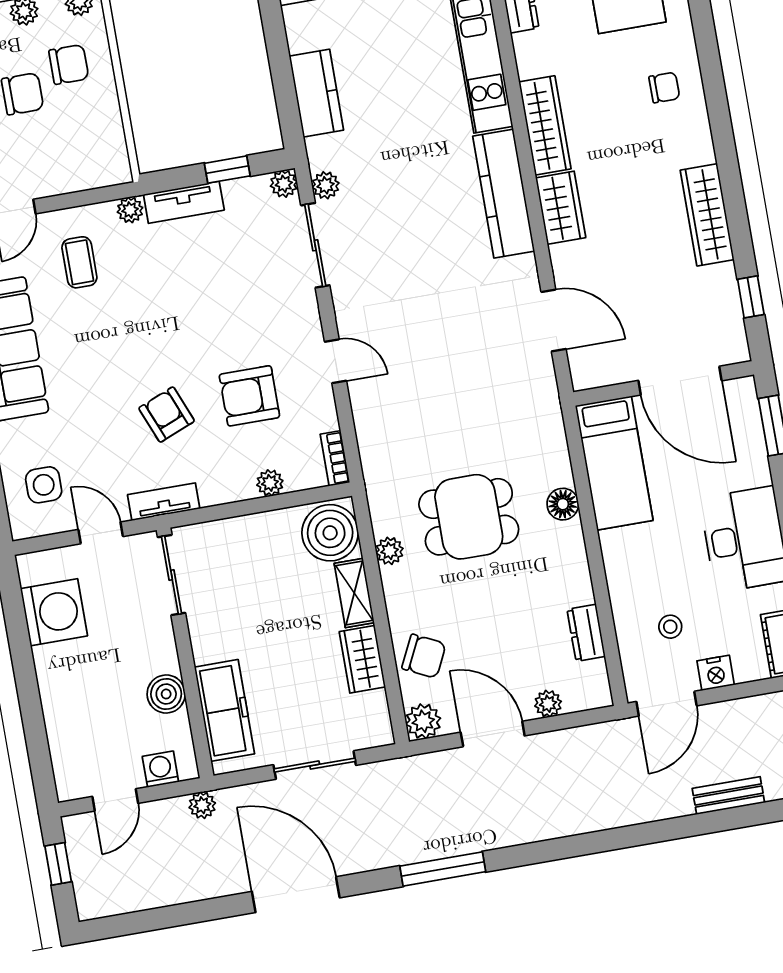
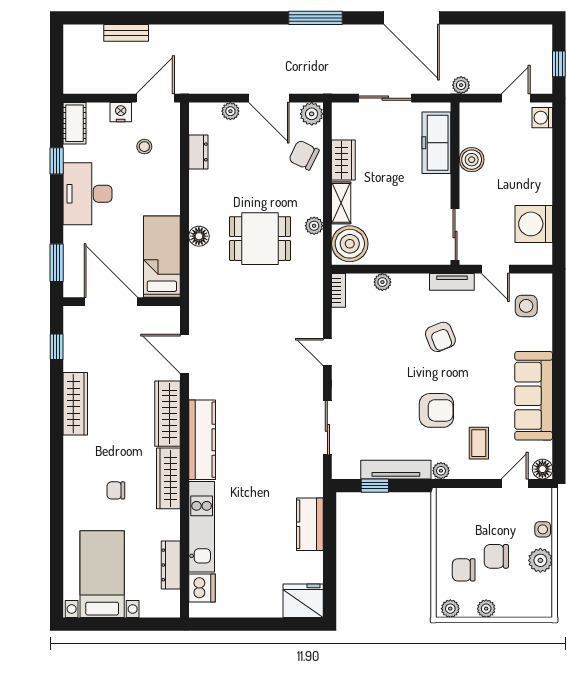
chair: (664, 88) -> (116, 490), moved
plant: (284, 184) -> (340, 470), removed
plant: (326, 185) -> (314, 465), removed
tv unit: (184, 202) -> (396, 470), width x1.41
wardrobe: (561, 208) -> (167, 414), width x1.50
armchair: (249, 396) -> (436, 410), moved
washing machine: (160, 769) -> (542, 118), moved, turned 90

